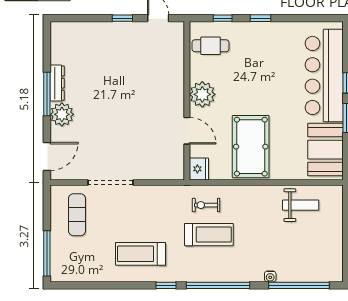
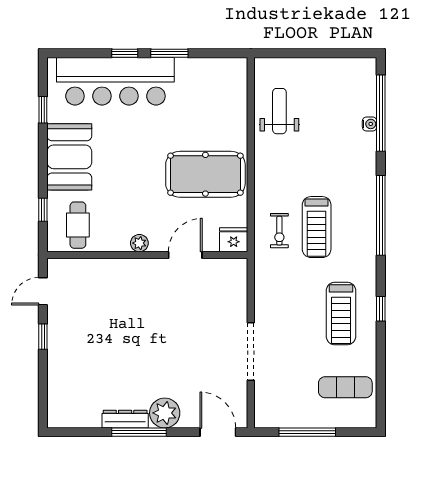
window: (260, 18) -> (43, 110), moved
plant: (202, 94) -> (139, 243), width x0.53, depth x0.53
booth: (325, 150) -> (69, 157), moved, turned 90
exercise mat: (77, 215) -> (345, 387), moved
treadmill: (209, 235) -> (317, 227), turned 180
window: (47, 253) -> (307, 432), moved
water cooler: (270, 276) -> (370, 124), moved
window: (166, 285) -> (381, 309), moved

